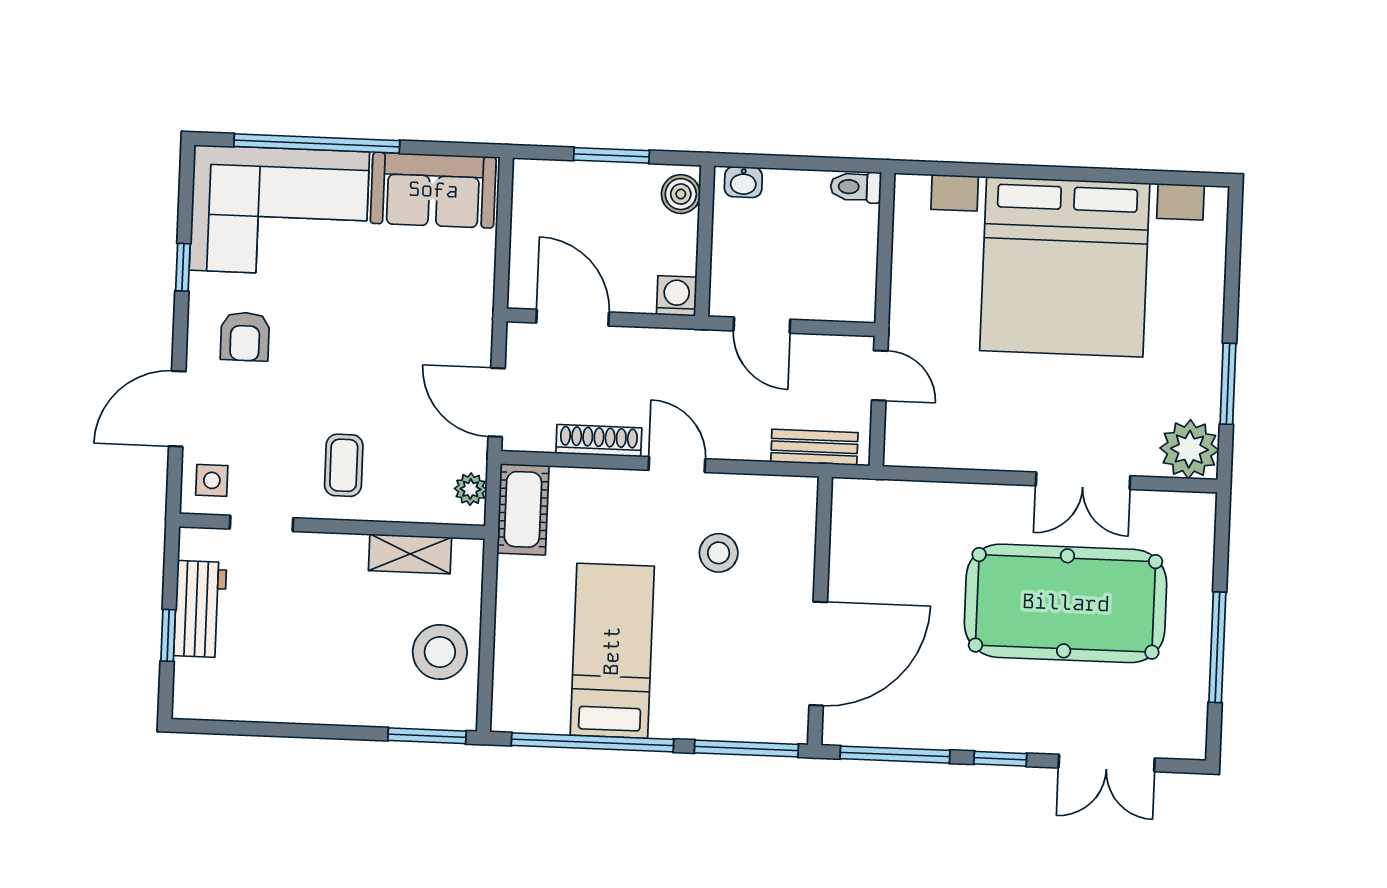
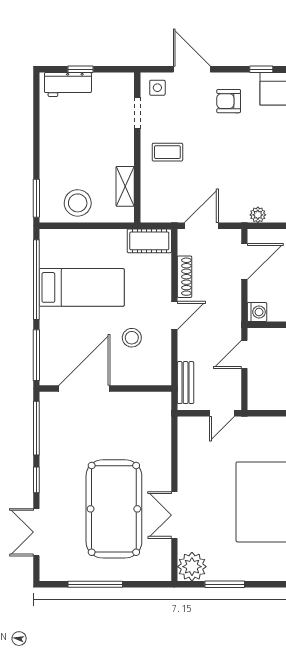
plant: (471, 489) -> (258, 215), moved
workbench: (200, 609) -> (68, 84), moved
door: (818, 654) -> (84, 389), swing flipped

